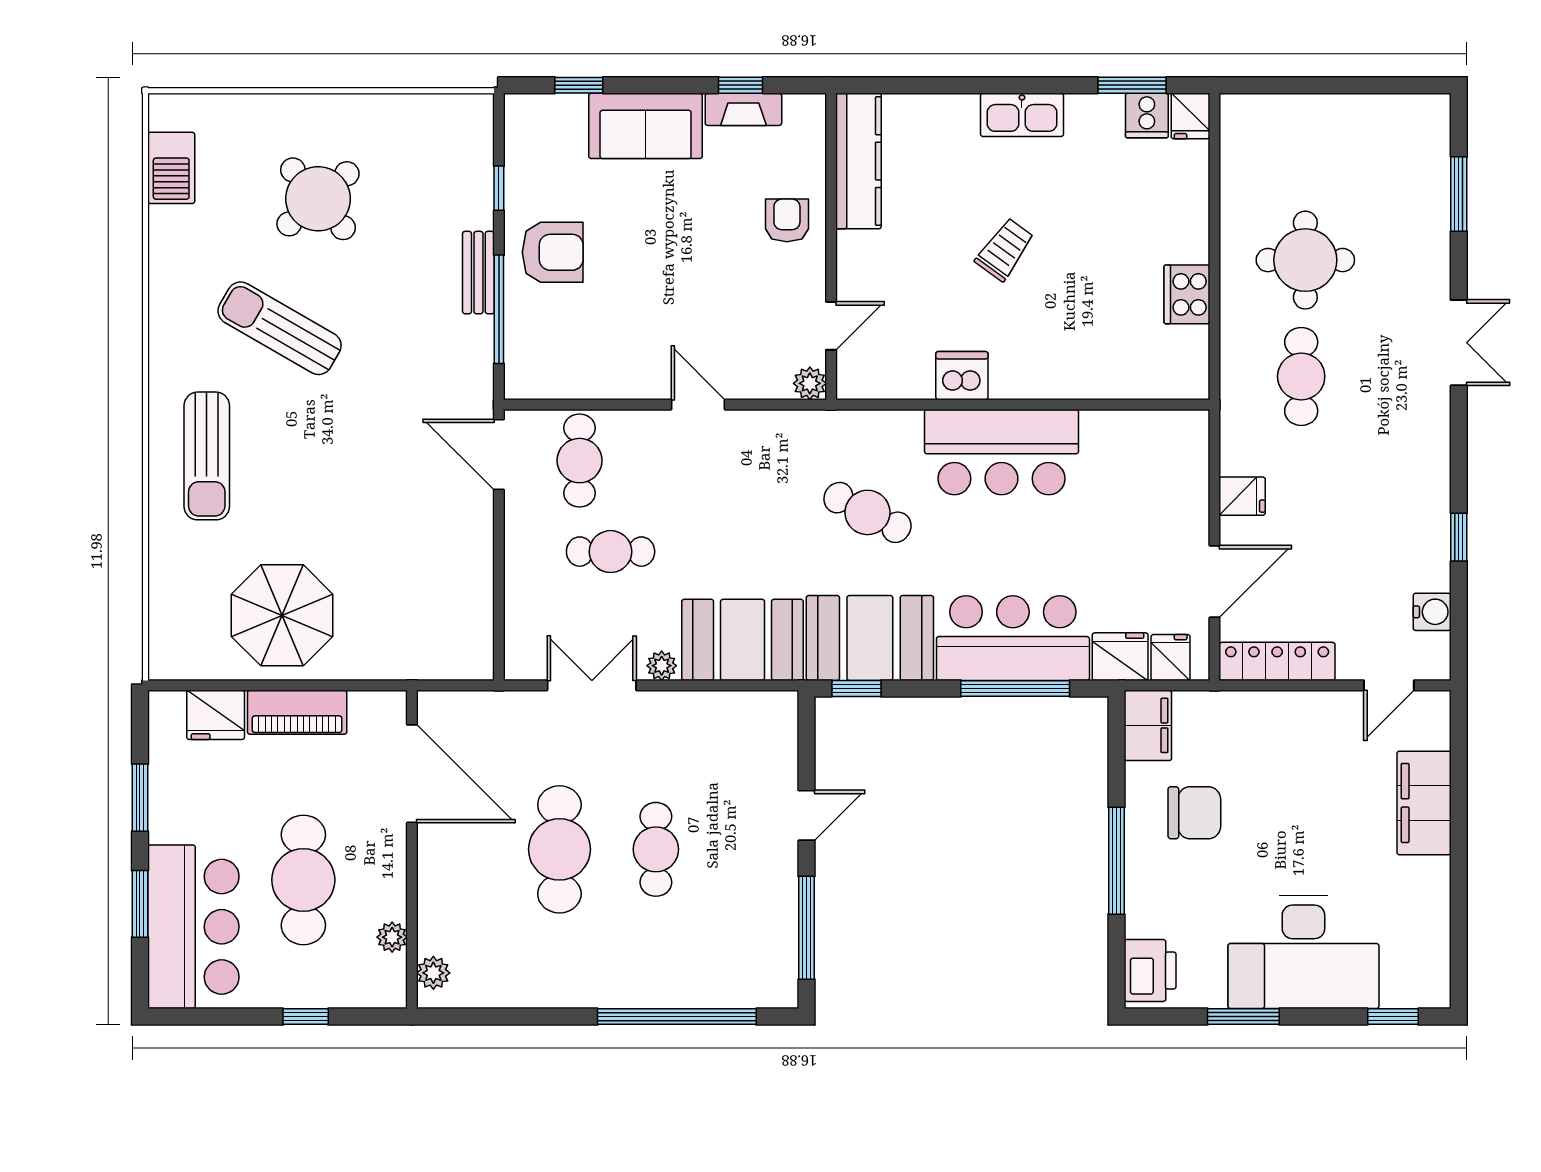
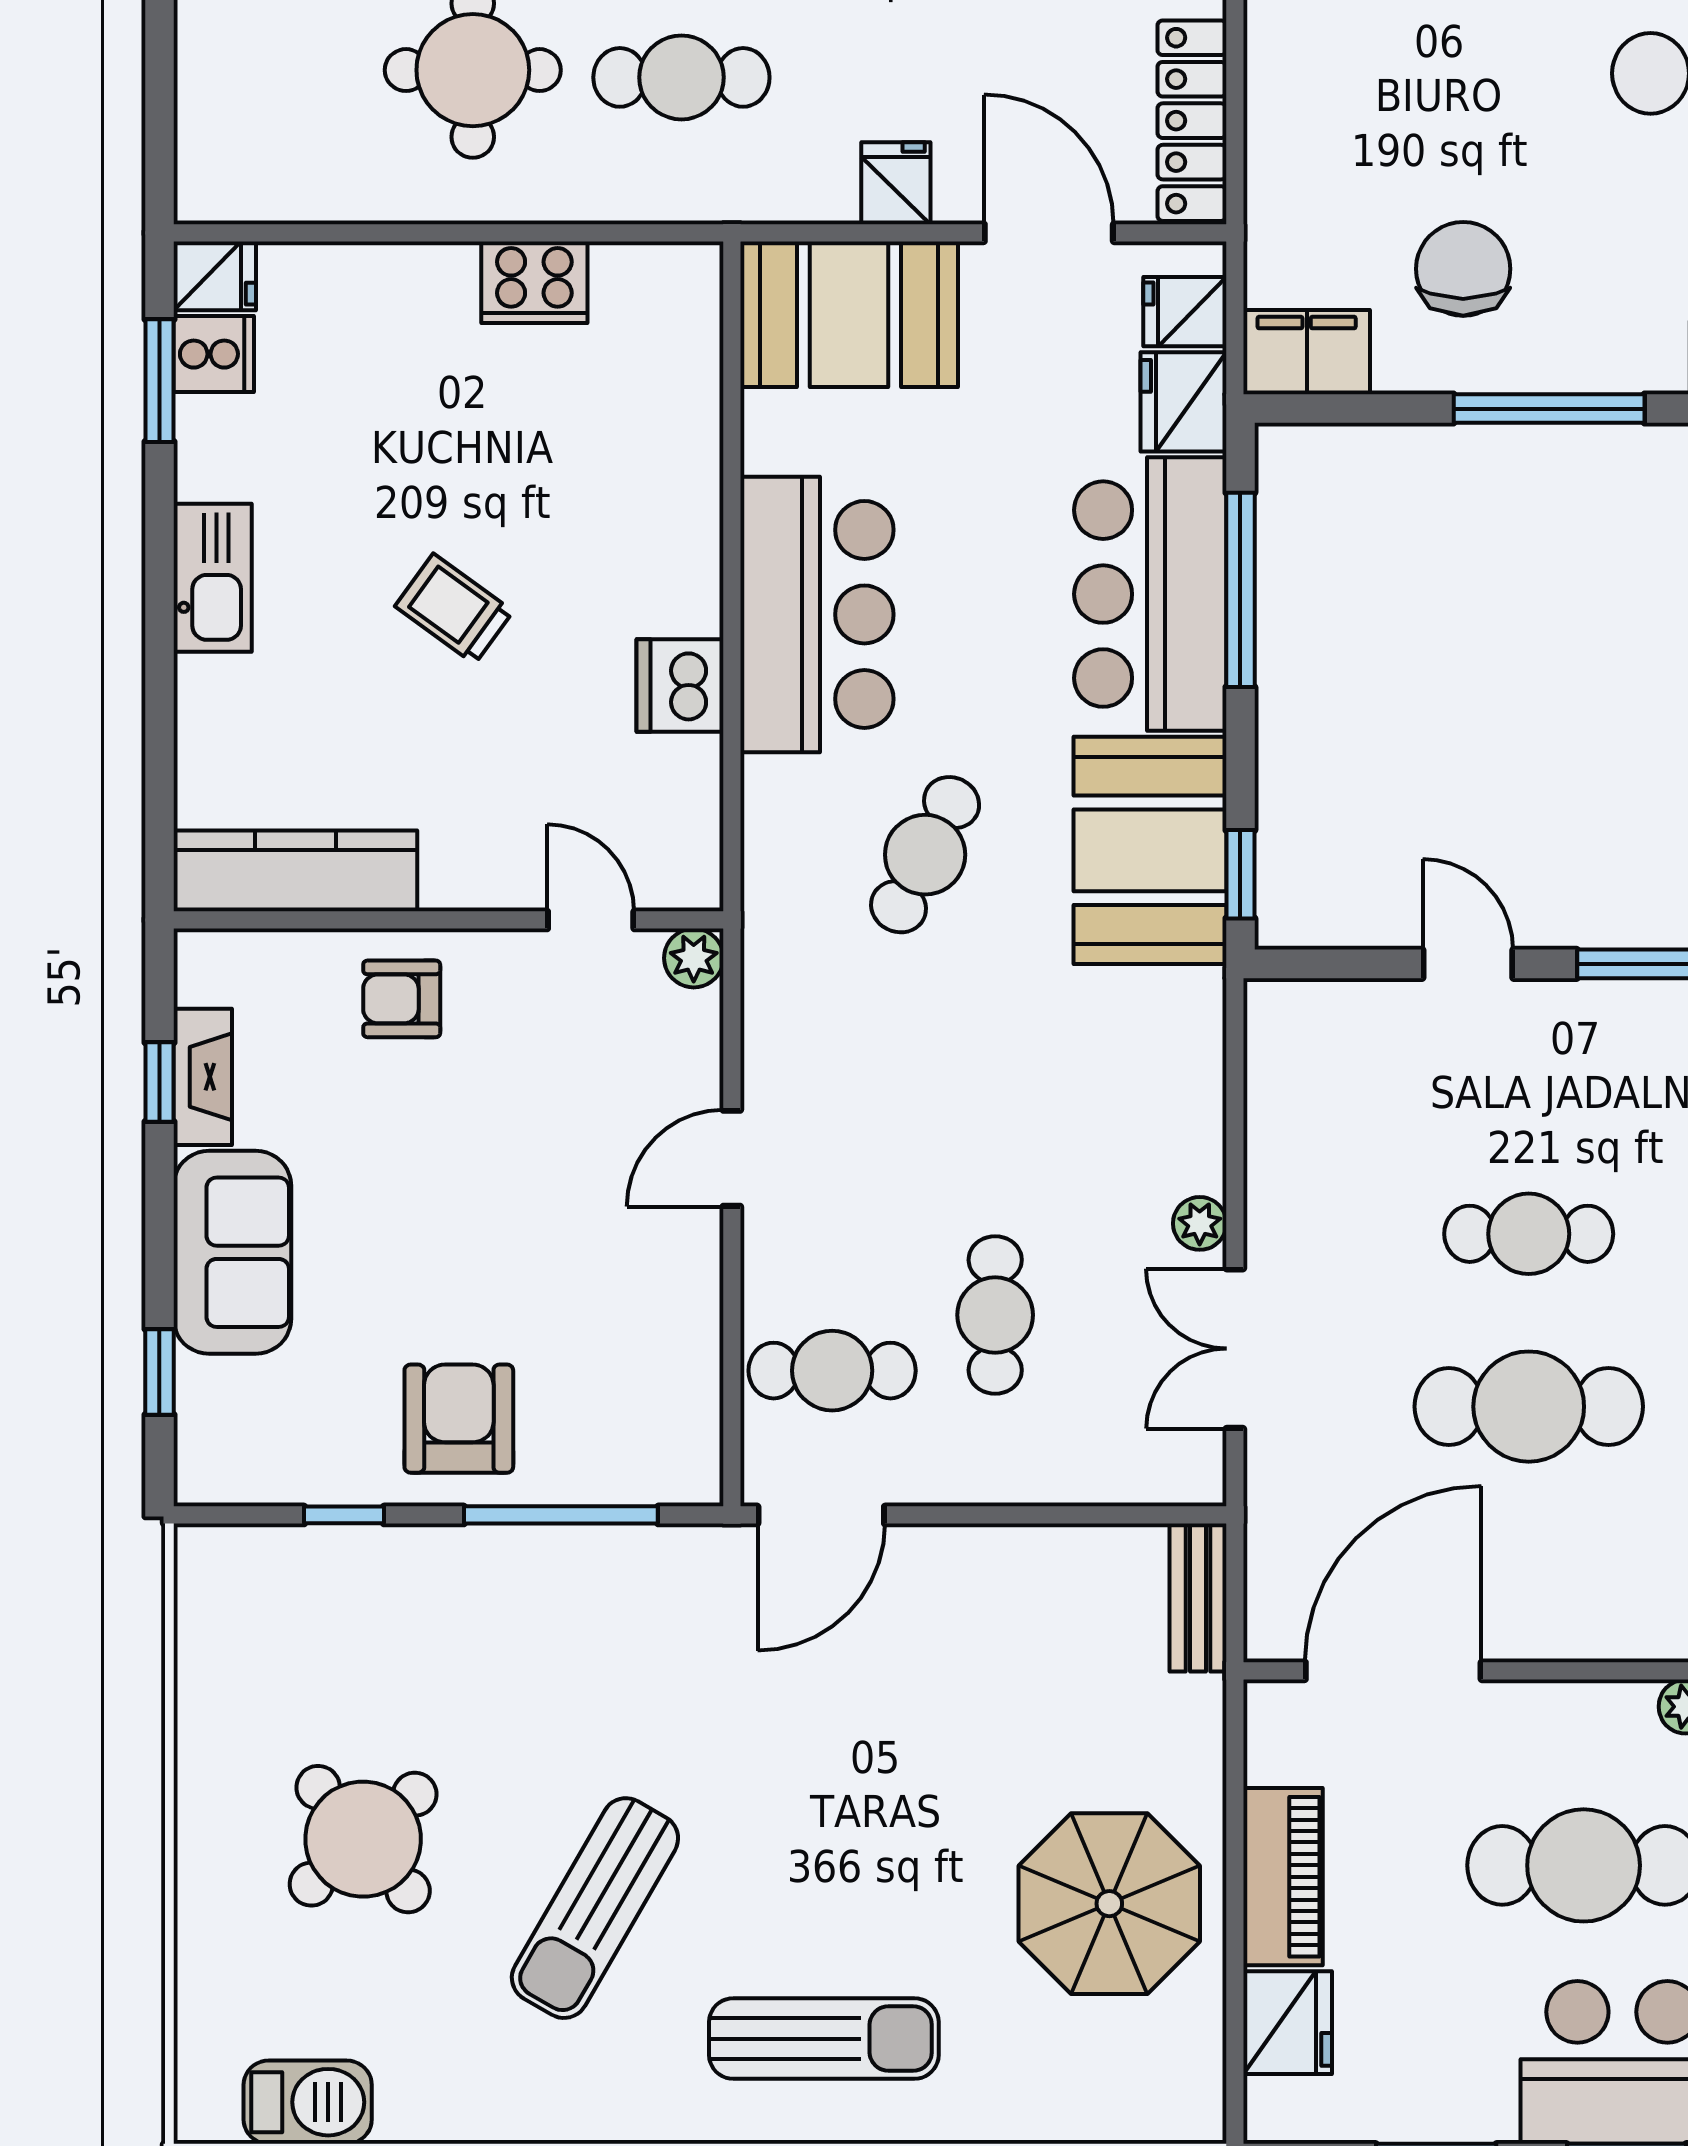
bench: (478, 273) -> (1198, 1598), moved, turned 90
booth: (743, 640) -> (849, 314), moved, turned 90

